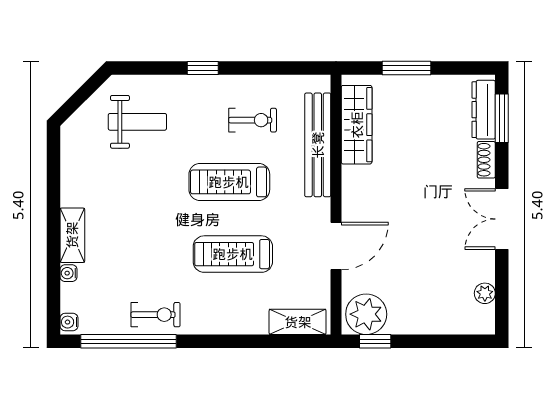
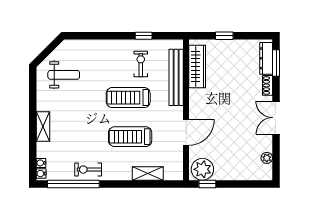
window: (203, 68) -> (144, 36), moved
window: (406, 68) -> (224, 36), width x0.67
exercise bike: (253, 120) -> (141, 64), turned -90
weight bench: (137, 122) -> (64, 75), moved
water cooler: (69, 273) -> (41, 163), moved
exercise bike: (155, 315) -> (88, 170), turned 180
shelving: (298, 322) -> (148, 173), moved

